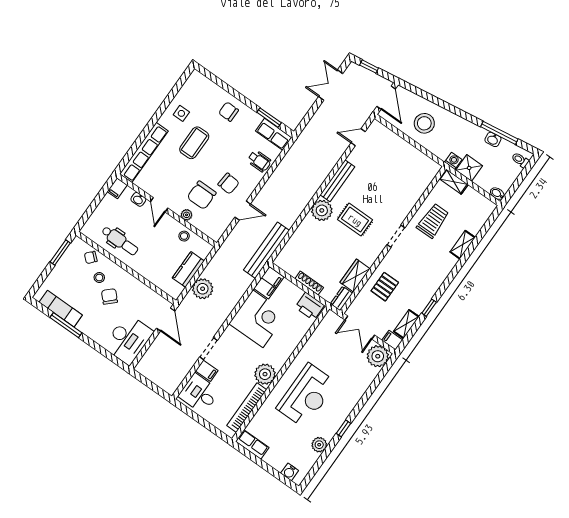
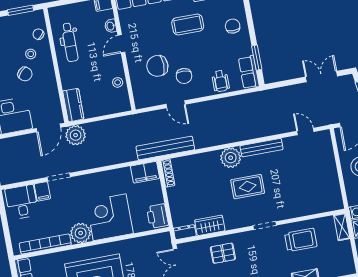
plant: (187, 215) -> (134, 69), removed
rug: (355, 220) -> (248, 187), turned 90
kitchen counter: (188, 269) -> (73, 105), moved, turned 90
shoe rack: (309, 283) -> (168, 173), moved
plant: (203, 289) -> (76, 135), moved
chair: (109, 296) -> (25, 74), turned 89
corner desk: (258, 319) -> (110, 217), moved, turned 180

